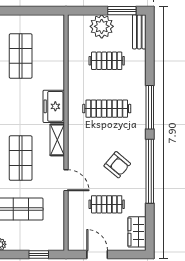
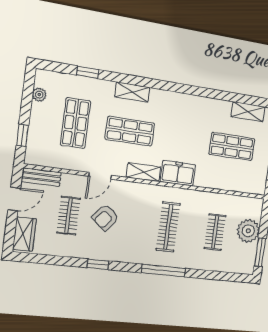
bench: (139, 32) -> (41, 177), moved
armchair: (117, 165) -> (105, 217), moved
window: (150, 171) -> (98, 264), width x0.32
wardrobe: (137, 232) -> (24, 234), moved, turned 90

